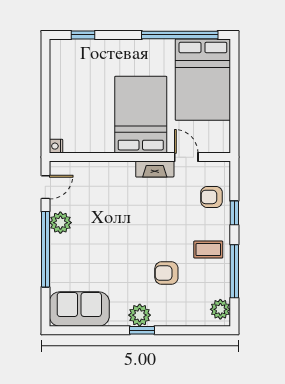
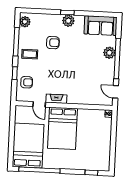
door: (45, 187) -> (116, 92), hinge flipped
plant: (60, 223) -> (109, 53), moved

